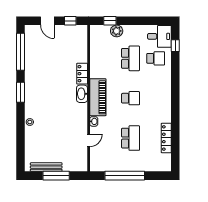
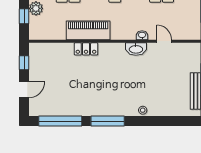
window: (21, 92) -> (108, 121), width x1.44
washbasin: (82, 94) -> (136, 49), moved
piano: (98, 97) -> (88, 30), moved

